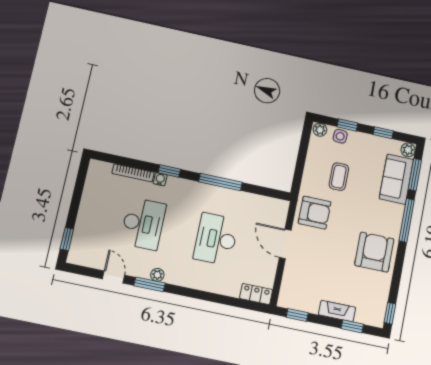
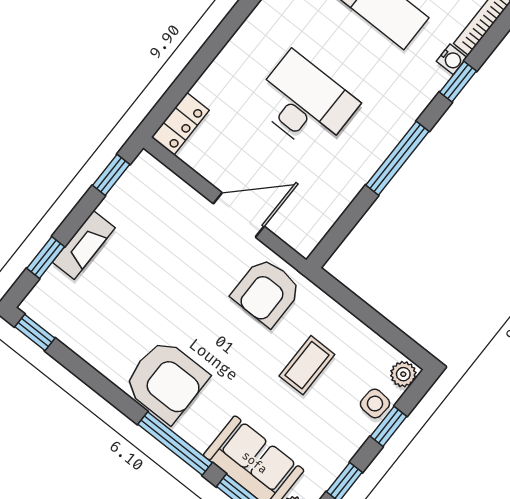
coffee table: (339, 177) -> (307, 365), turned 90
armchair: (374, 252) -> (166, 381), moved

